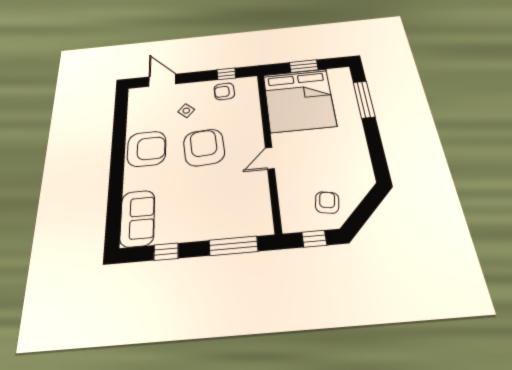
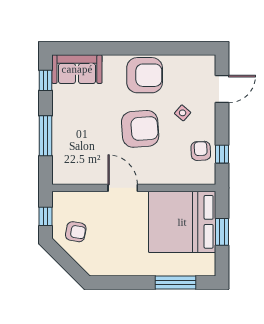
armchair: (147, 149) -> (145, 75), turned -90
door: (270, 158) -> (123, 188), width x1.38
window: (233, 246) -> (46, 136), moved
window: (166, 252) -> (46, 80), moved

